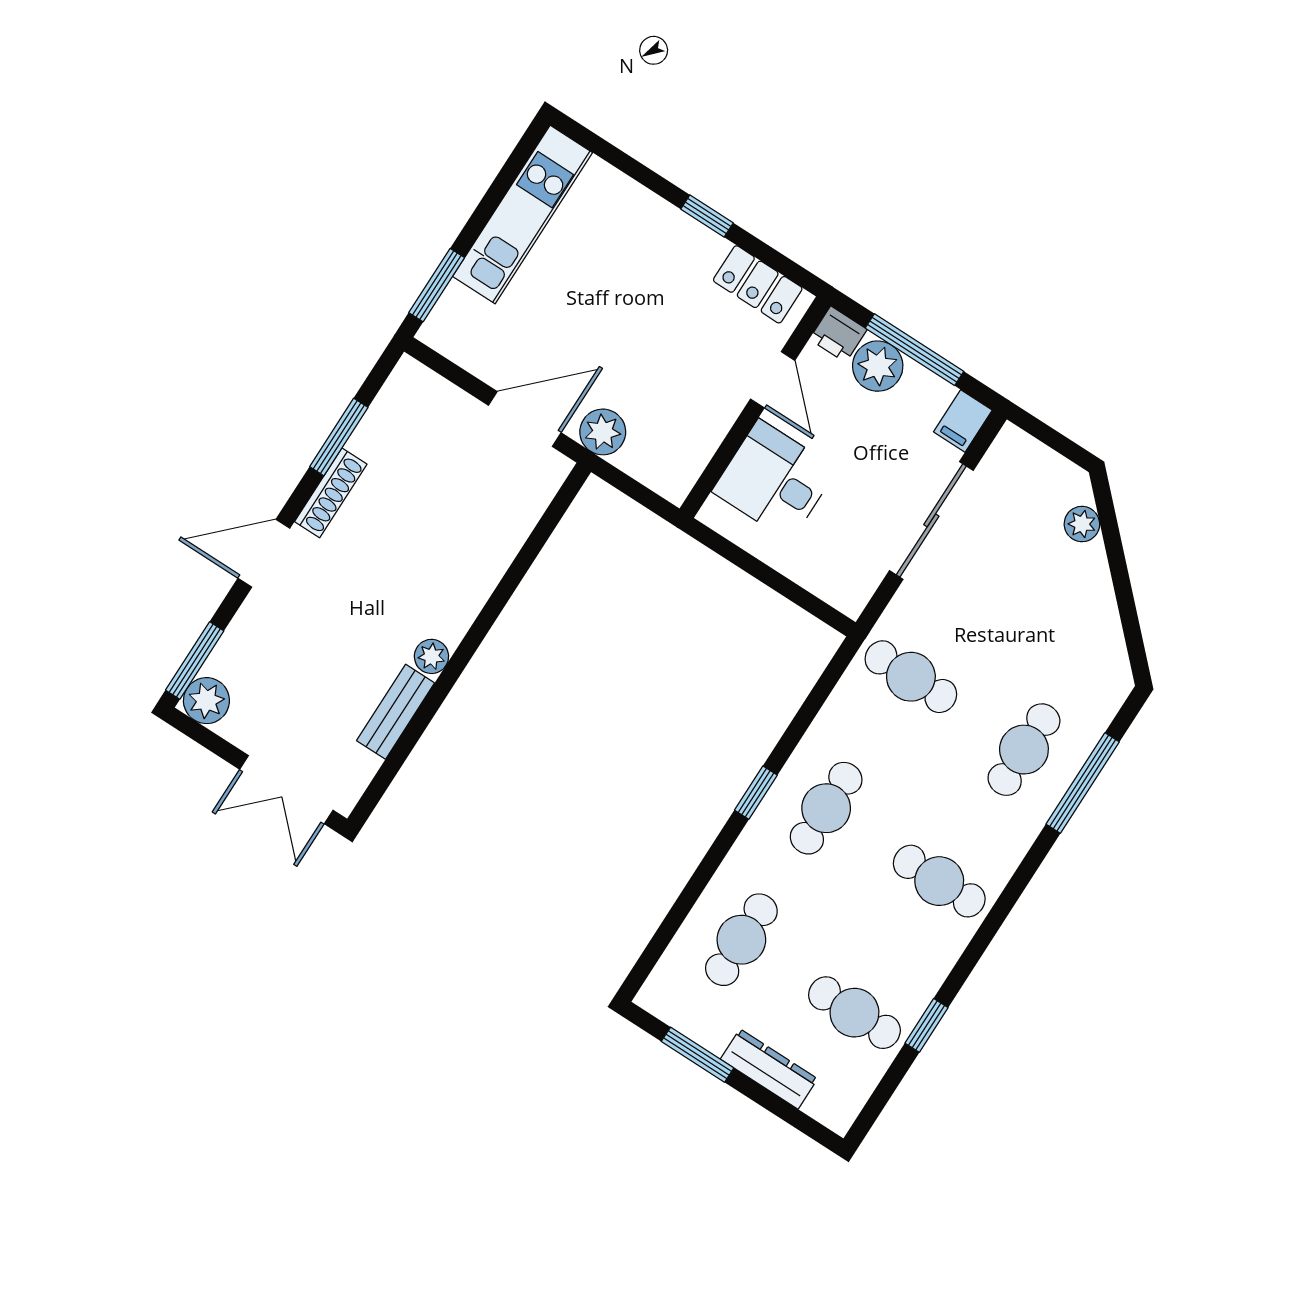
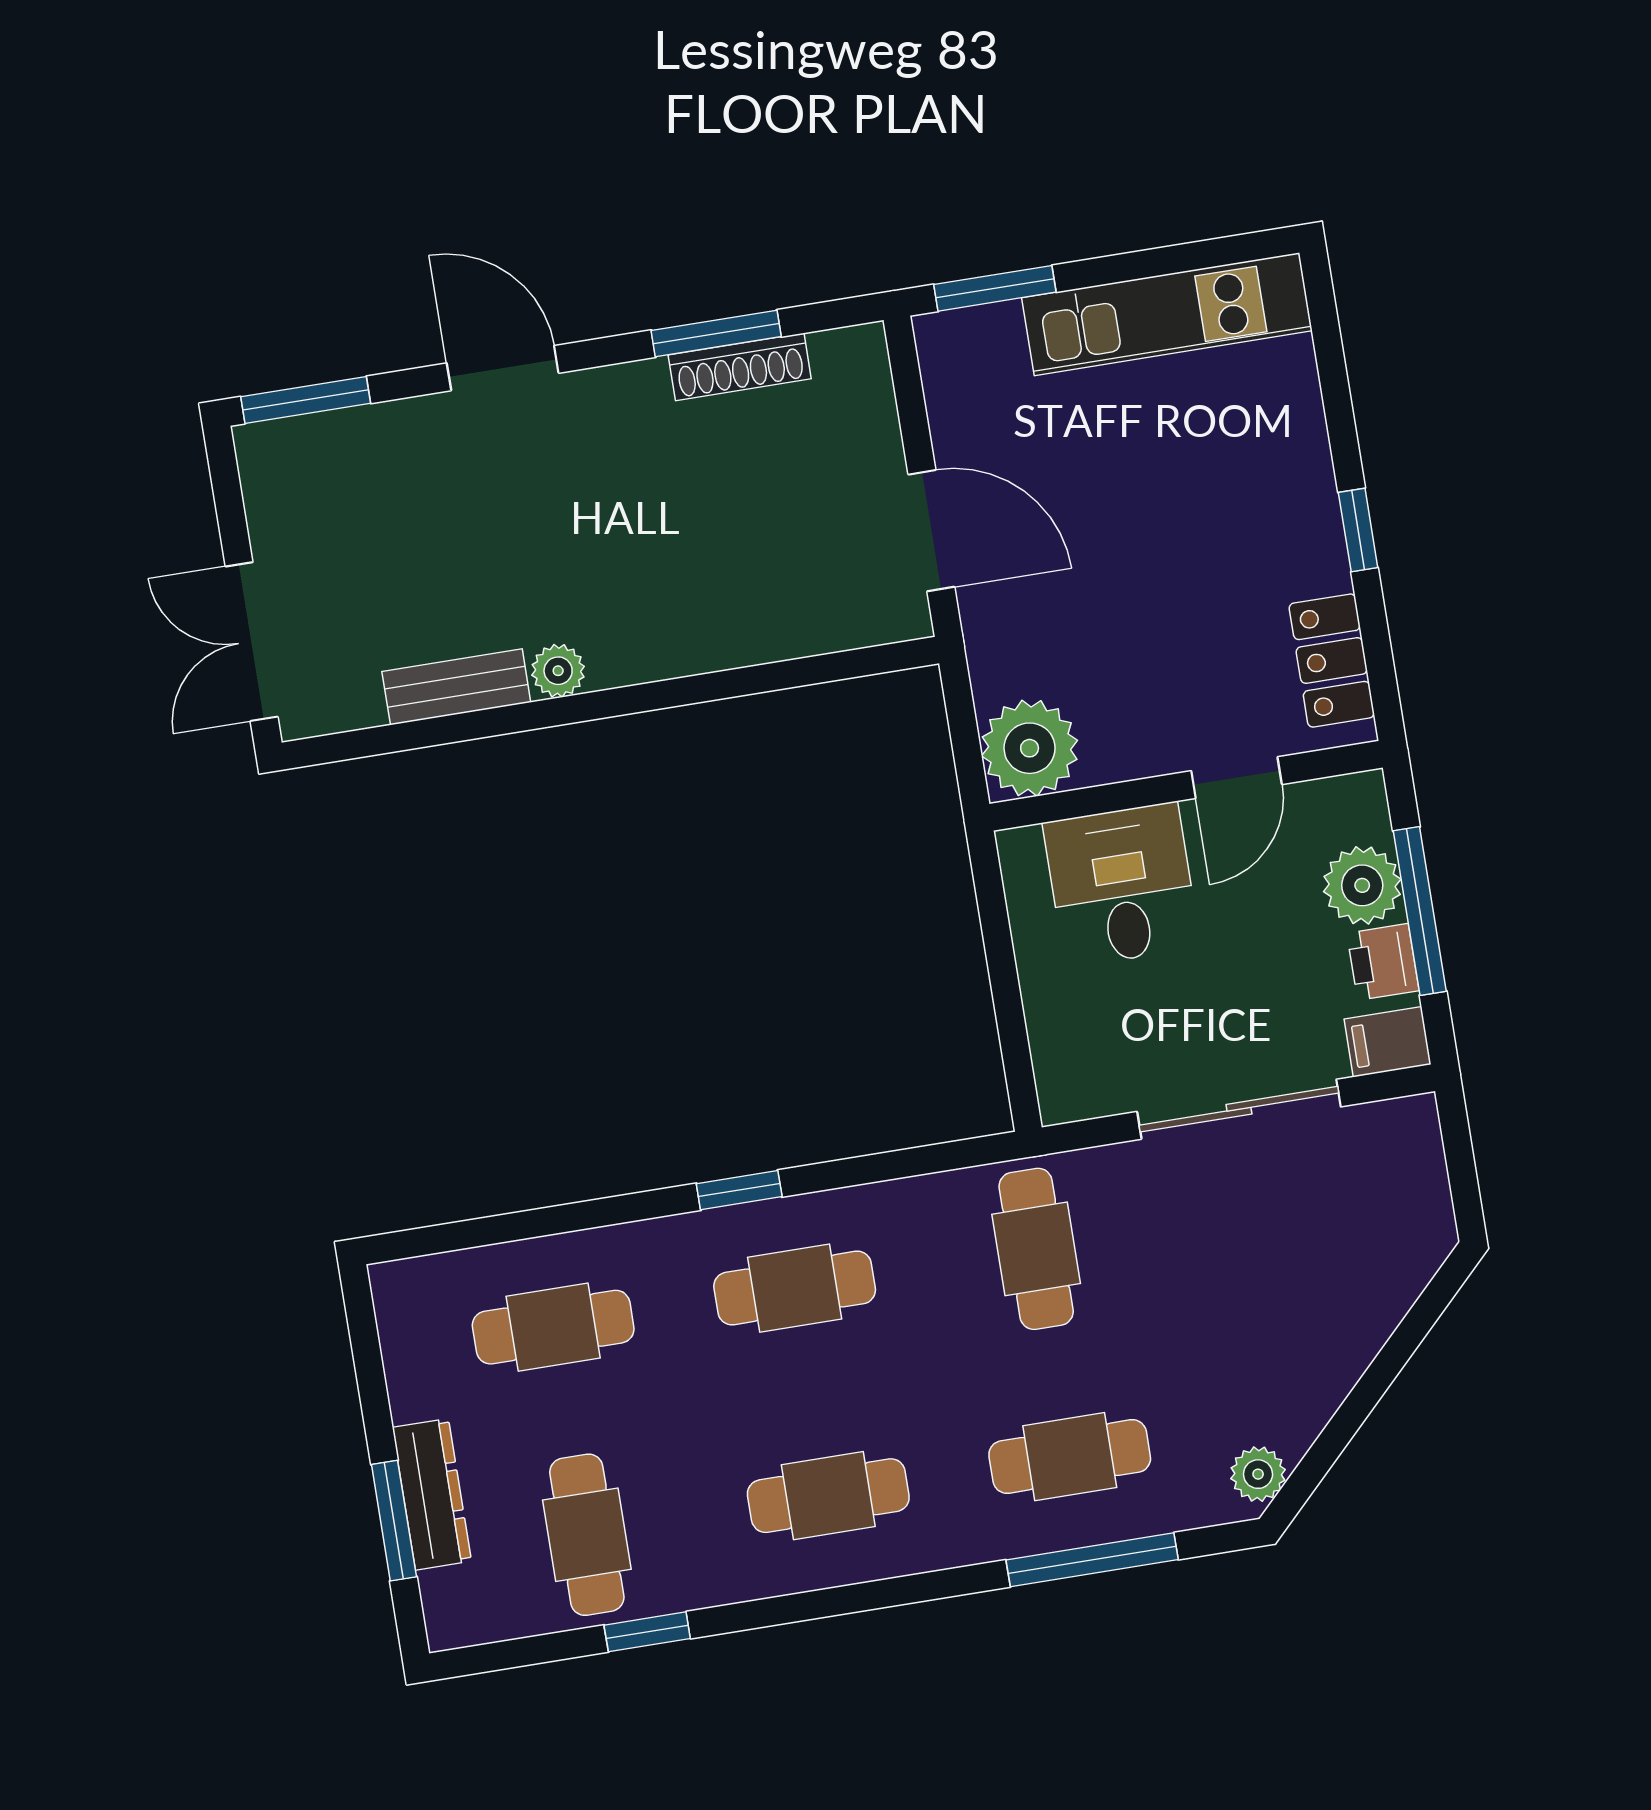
printer: (838, 334) -> (1383, 962), moved
plant: (603, 432) -> (1030, 748), moved, width x1.36, depth x1.36
shoe rack: (331, 493) -> (740, 367), moved
plant: (1082, 524) -> (1258, 1474), moved
plant: (206, 701) -> (271, 455), removed
cafe table: (939, 881) -> (828, 1496), turned 90
window: (698, 1055) -> (394, 1521), moved

